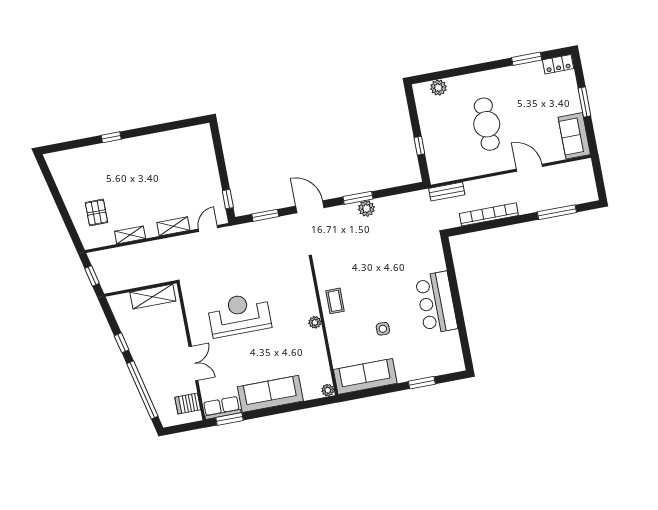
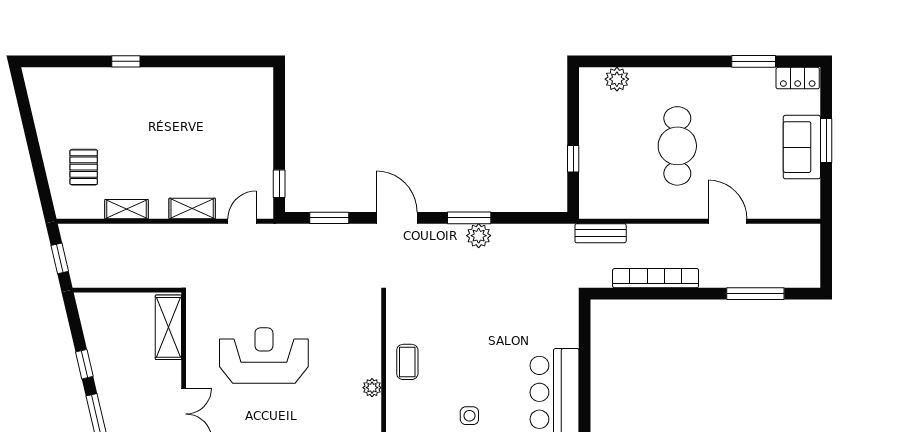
sofa: (574, 136) -> (802, 147), moved
shelving: (153, 297) -> (168, 327), moved, turned 90

